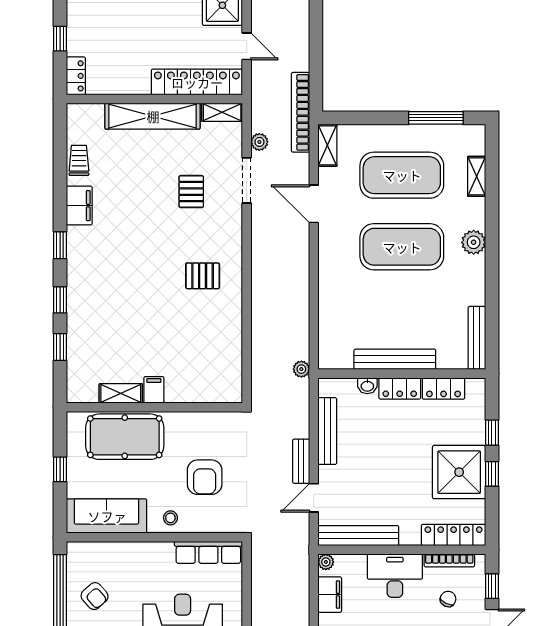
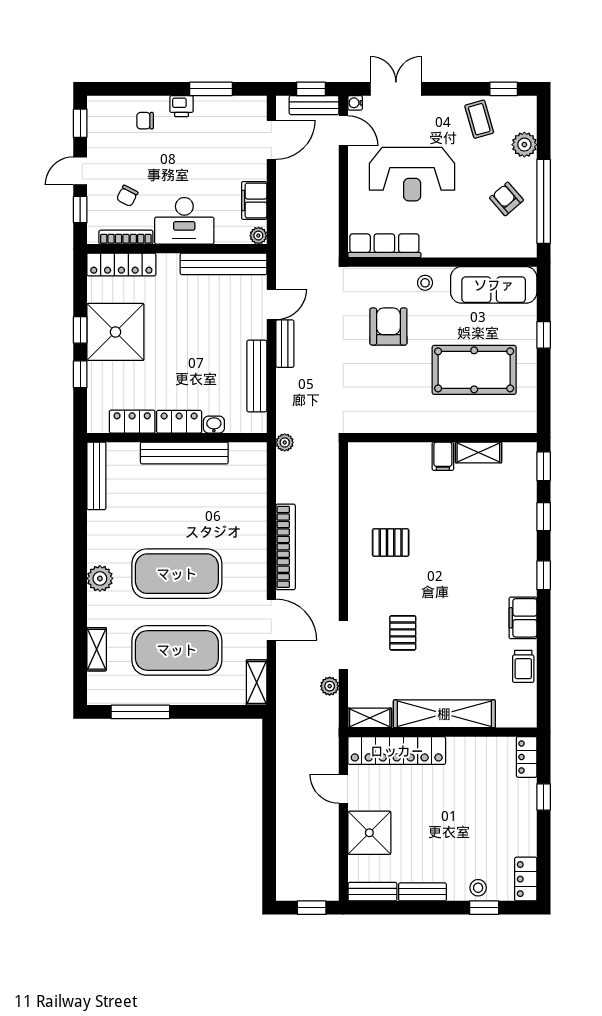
bookcase: (300, 112) -> (286, 547), moved
filing cabinet: (154, 390) -> (443, 456), moved
shelving: (121, 393) -> (478, 452), moved
wall: (154, 407) -> (442, 438), moved

